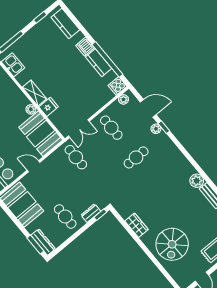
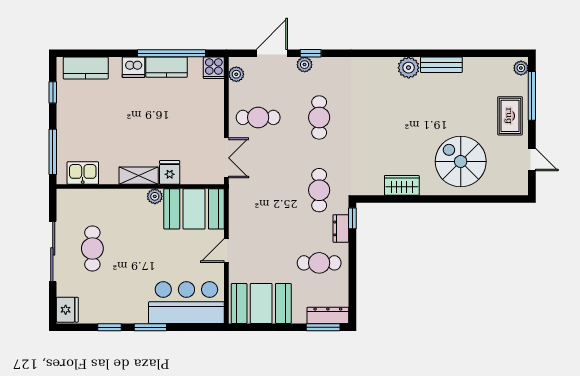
cafe table: (76, 157) -> (319, 190), moved, turned 90
spiral stairs: (172, 244) -> (461, 161), turned 180

